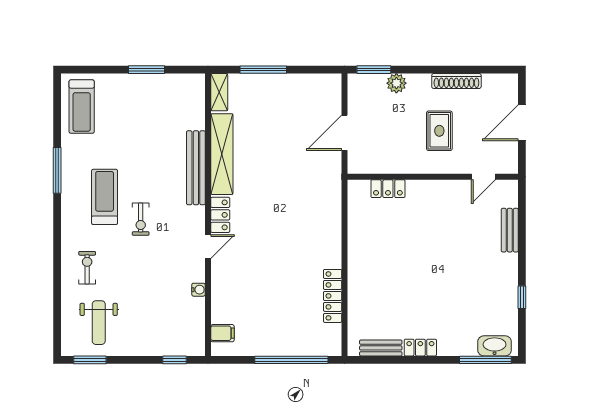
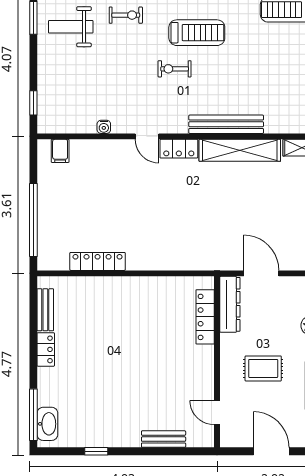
dresser: (375, 164) -> (230, 304), added
locker: (388, 189) -> (205, 317), width x1.53

